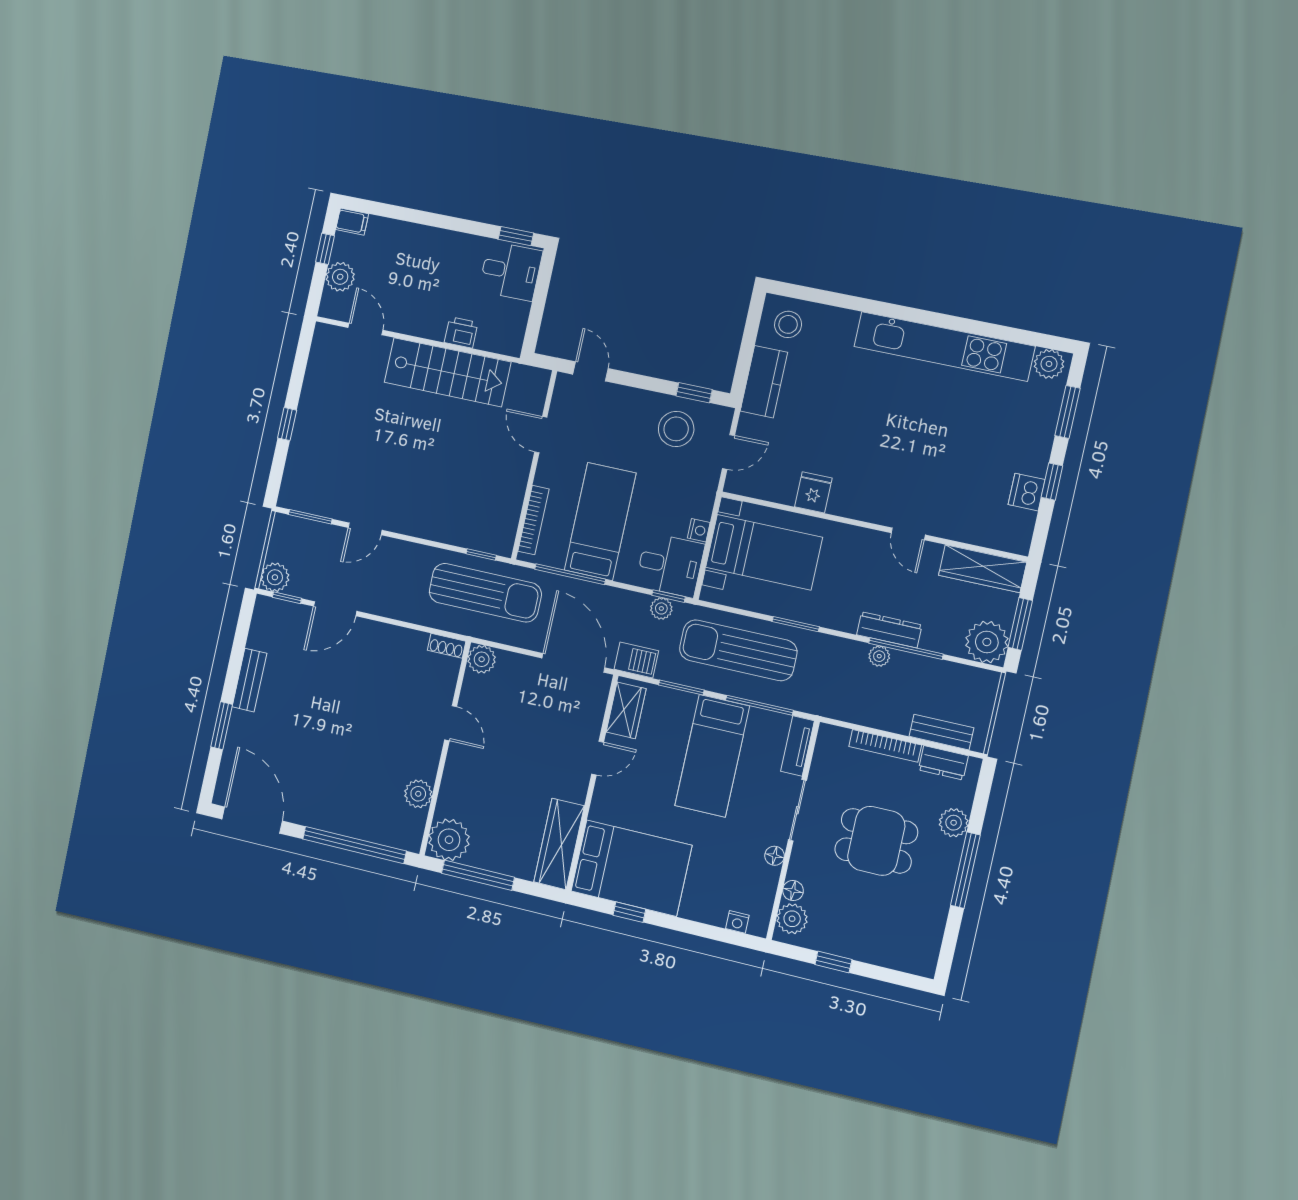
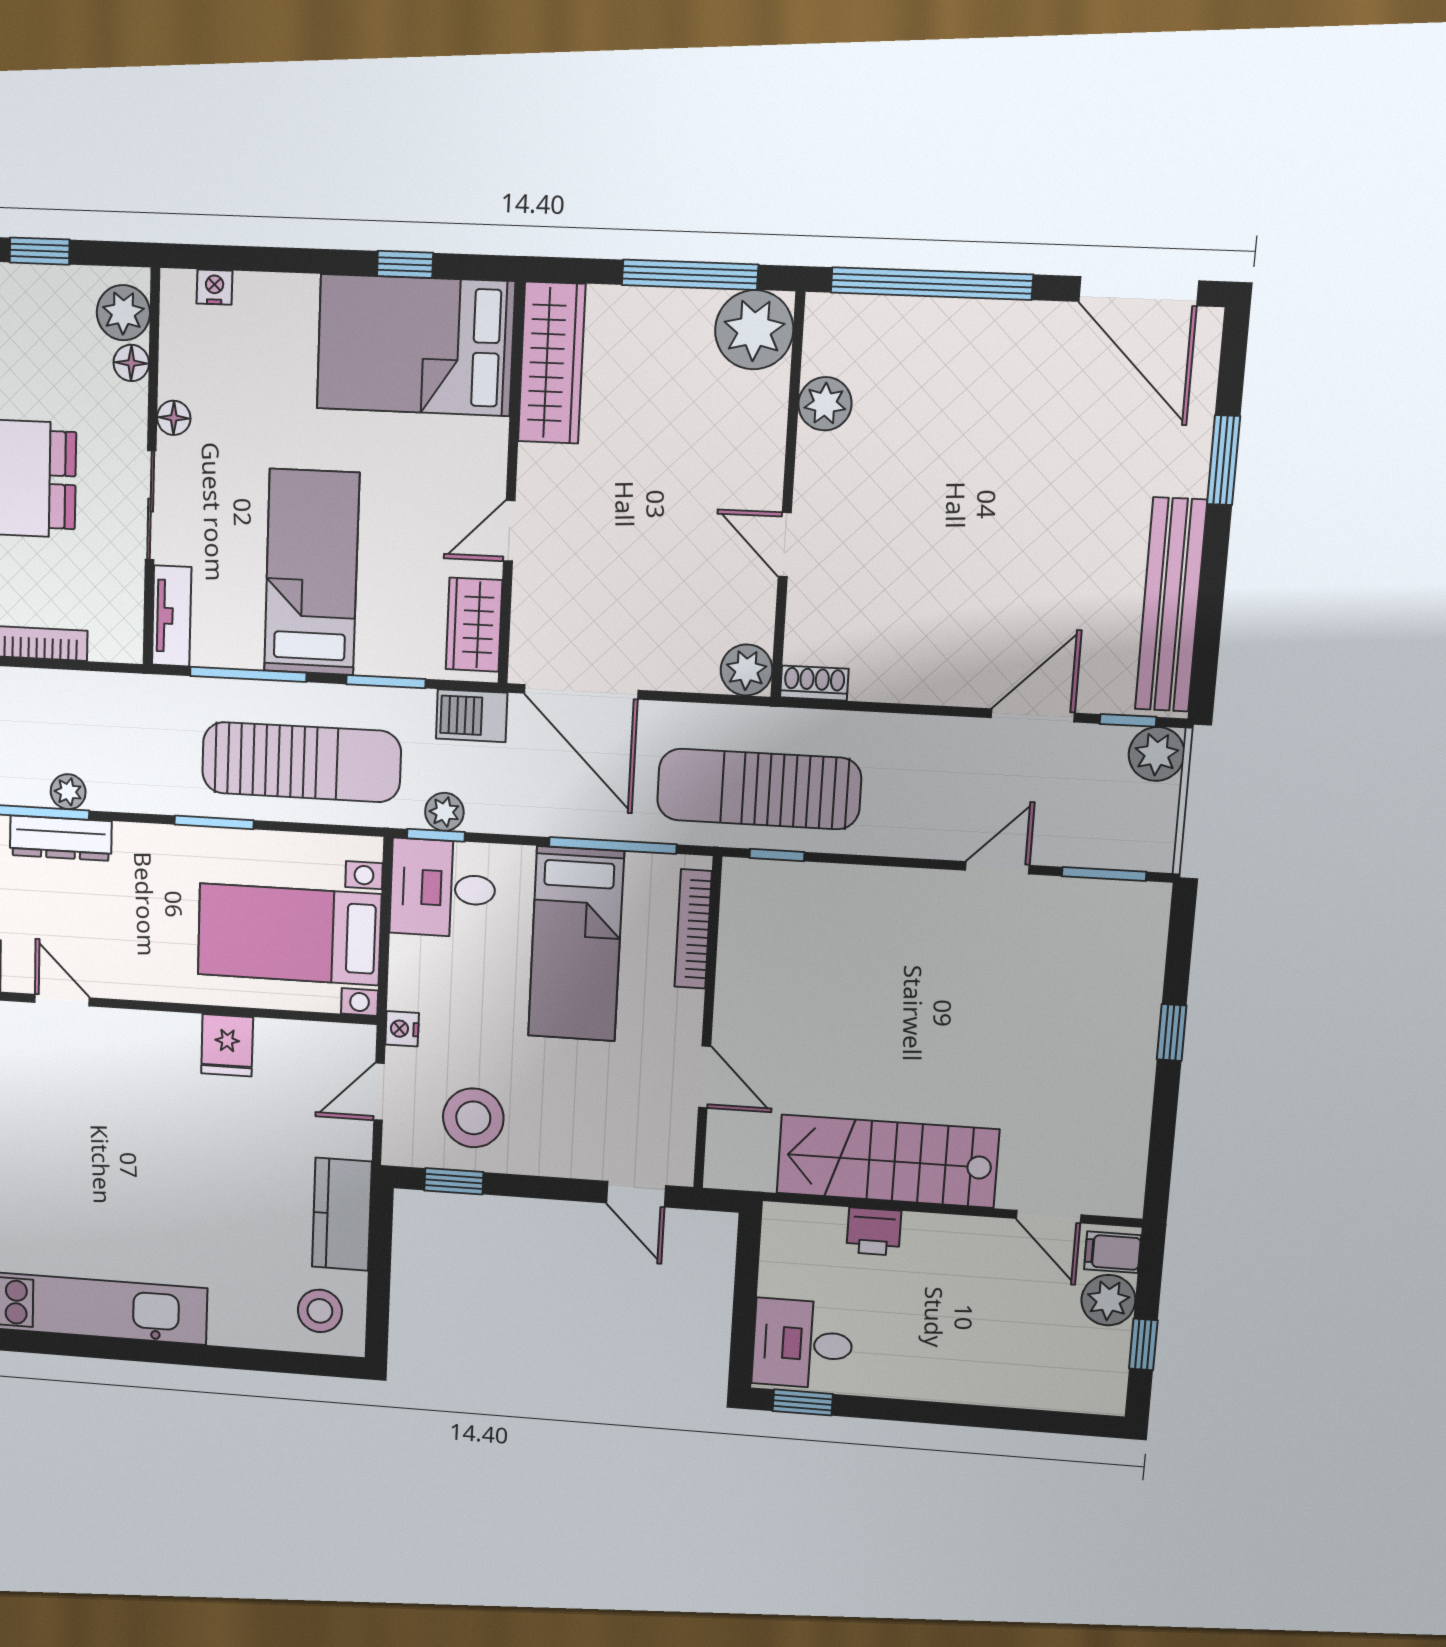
filing cabinet: (352, 222) -> (1113, 1252), moved
nightstand: (699, 530) -> (402, 1029), moved
bench: (249, 680) -> (1171, 605), width x1.86, depth x1.21

